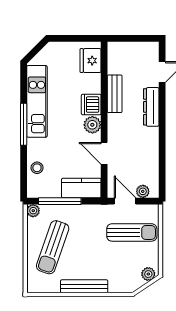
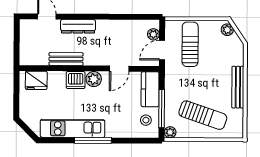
stool: (37, 168) -> (146, 120), moved

